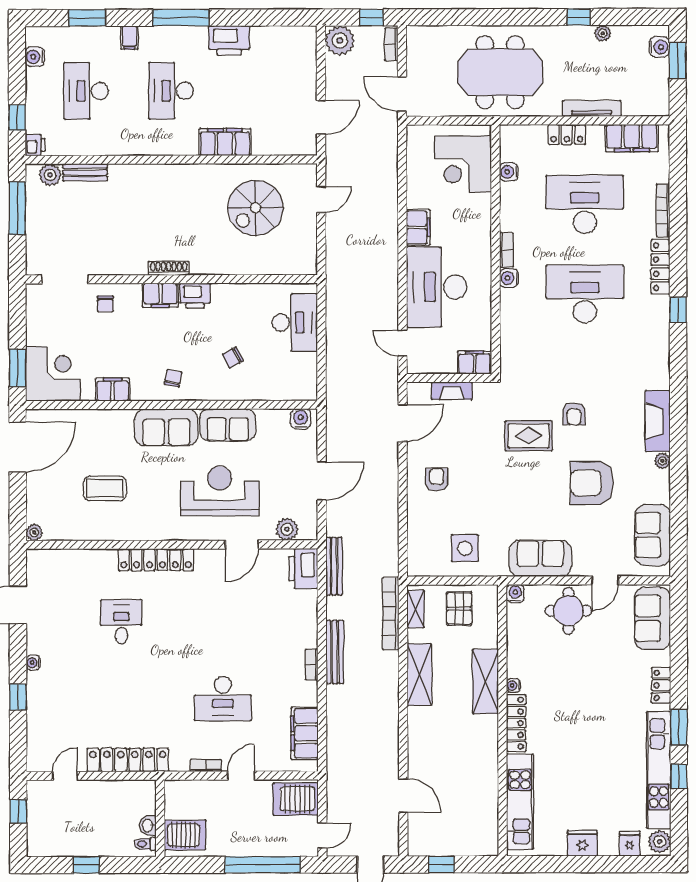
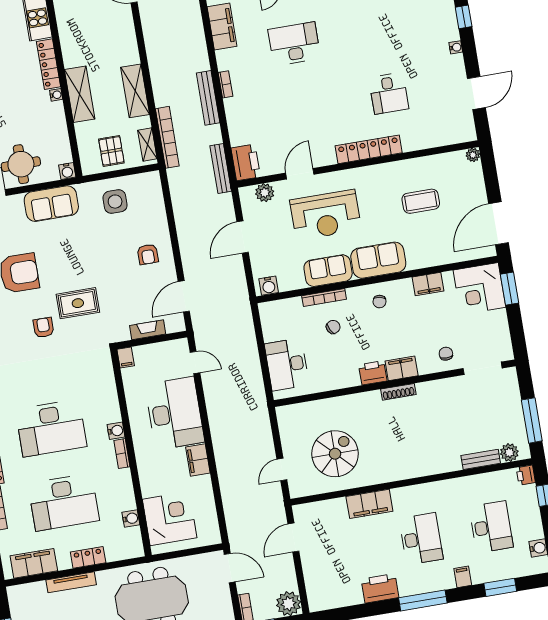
filing cabinet: (474, 362) -> (126, 357), width x0.50
bookcase: (238, 394) -> (324, 297), added

